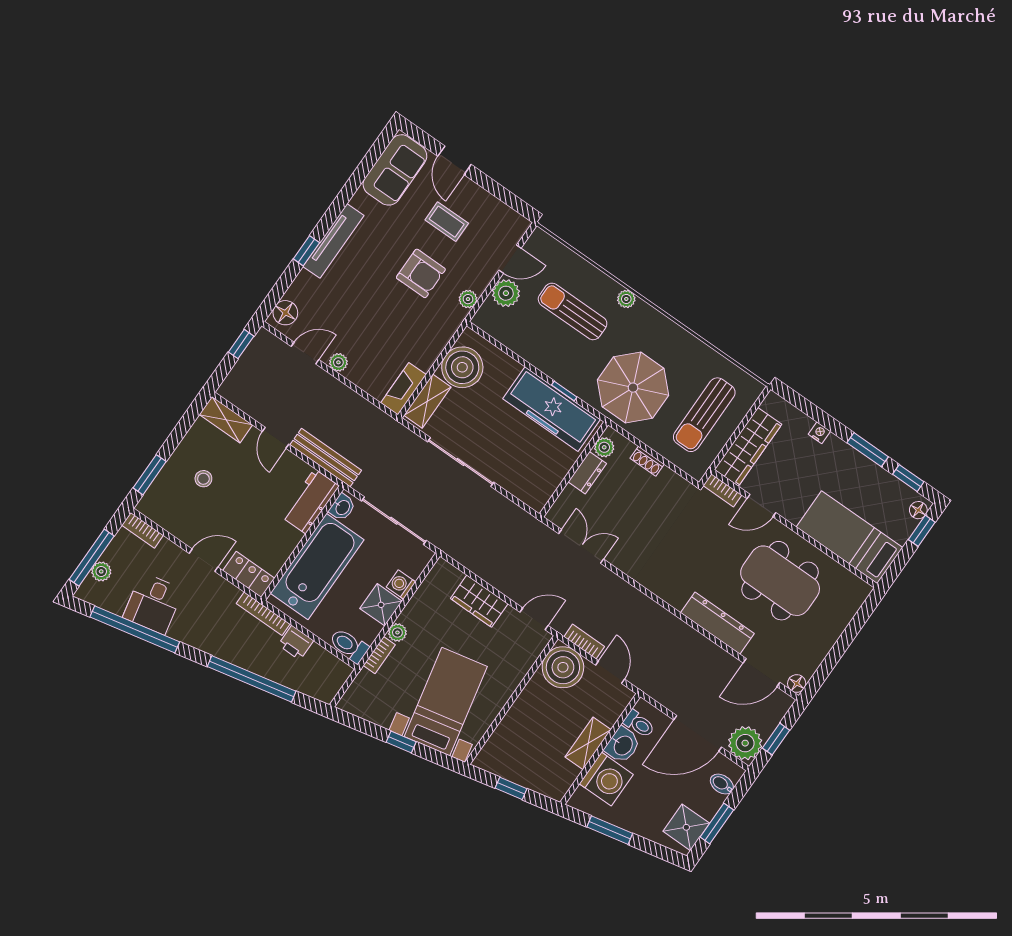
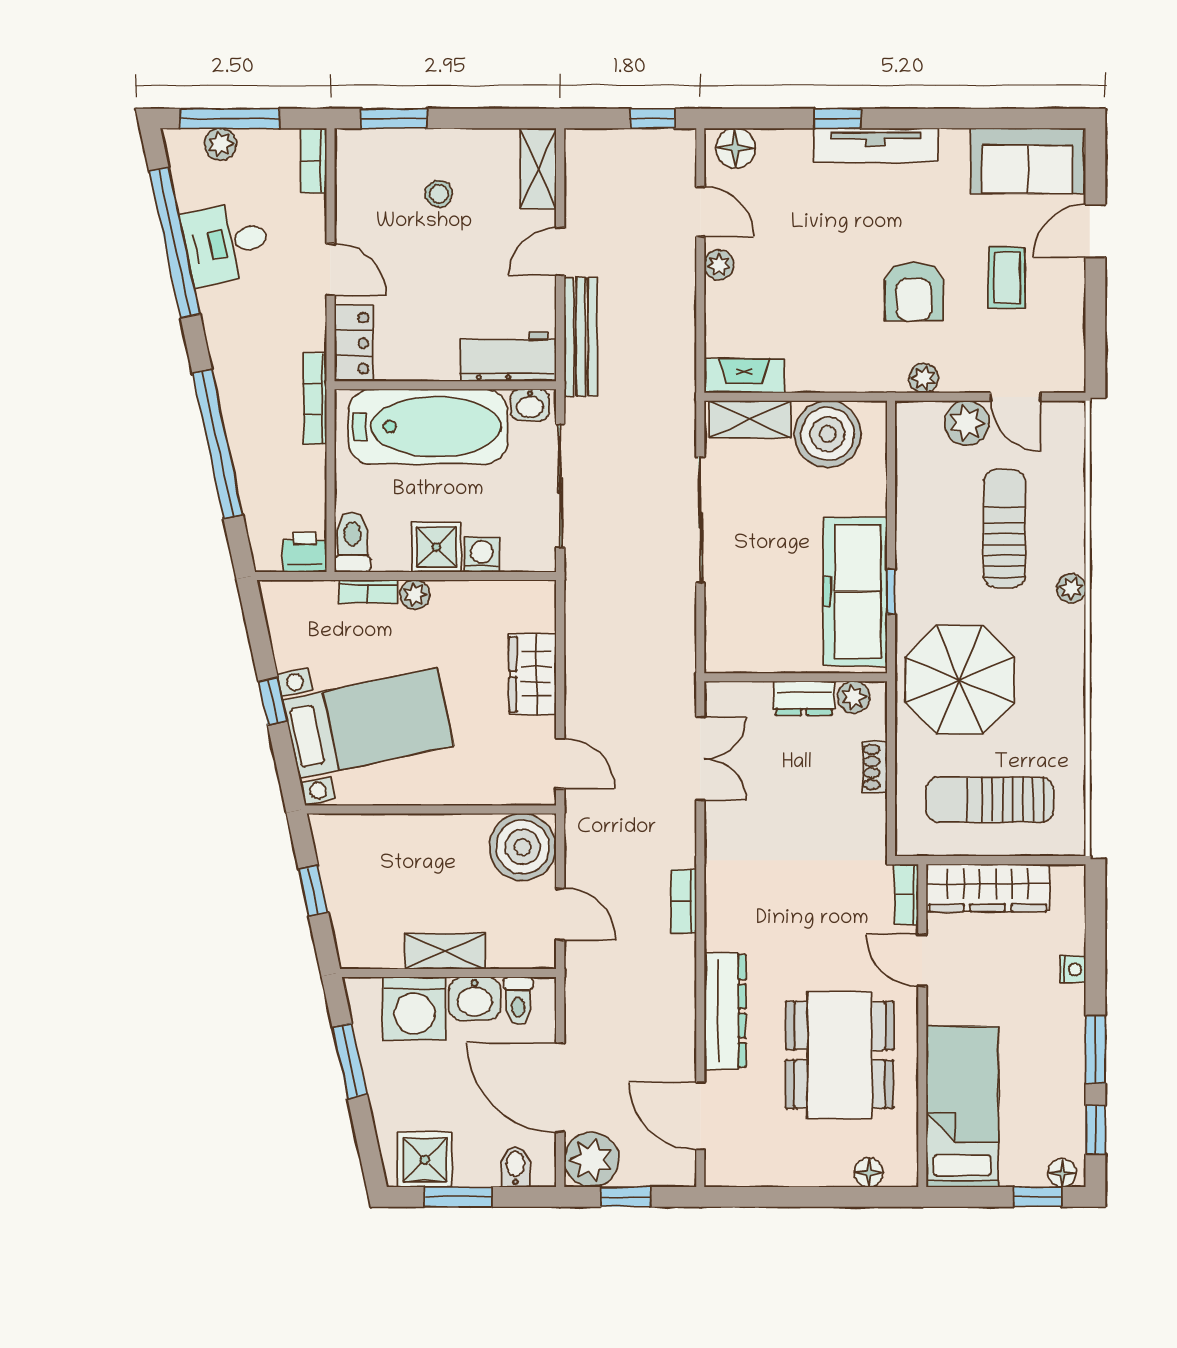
bookcase: (584, 642) -> (684, 901), moved, turned 180
printer: (296, 643) -> (305, 552), moved, turned 90
door: (610, 672) -> (560, 914), hinge flipped
floor lamp: (797, 683) -> (869, 1173), moved

